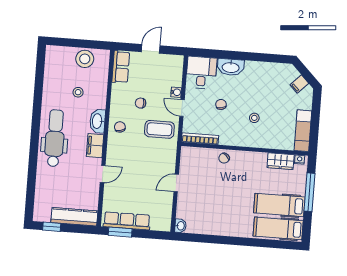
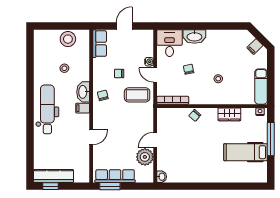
filing cabinet: (95, 146) -> (83, 108), width x0.50
wardrobe: (281, 161) -> (229, 114), moved
plant: (163, 202) -> (145, 157), added
kitchen counter: (74, 217) -> (53, 176), moved
hospital bed: (278, 228) -> (246, 172), removed

